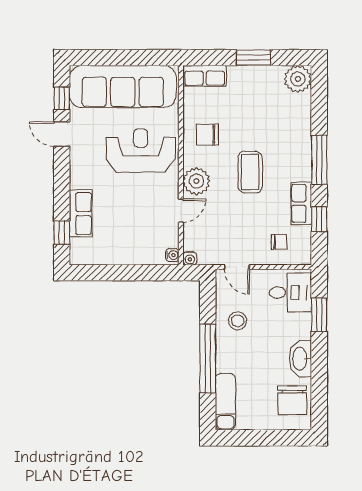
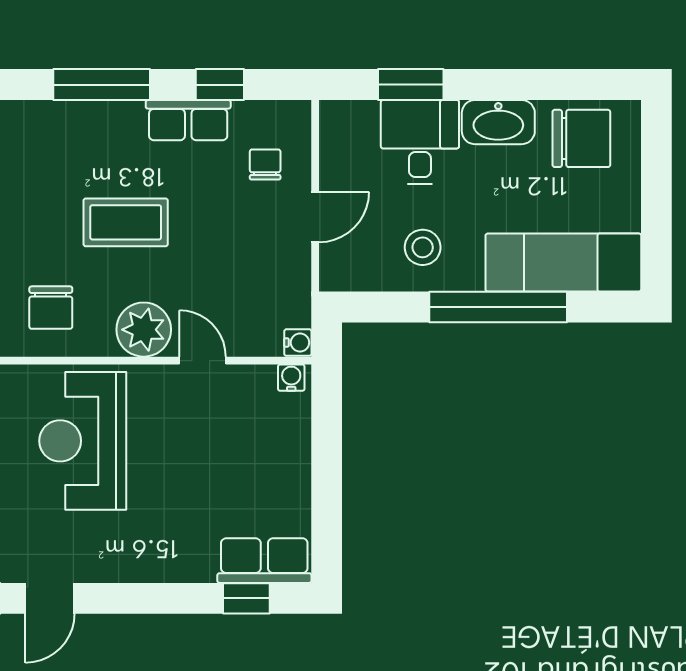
row of seats: (81, 214) -> (264, 561), moved
door: (237, 267) -> (315, 217), moved
desk: (290, 293) -> (420, 142), moved
exam couch: (225, 402) -> (563, 263), width x1.36, depth x1.45

